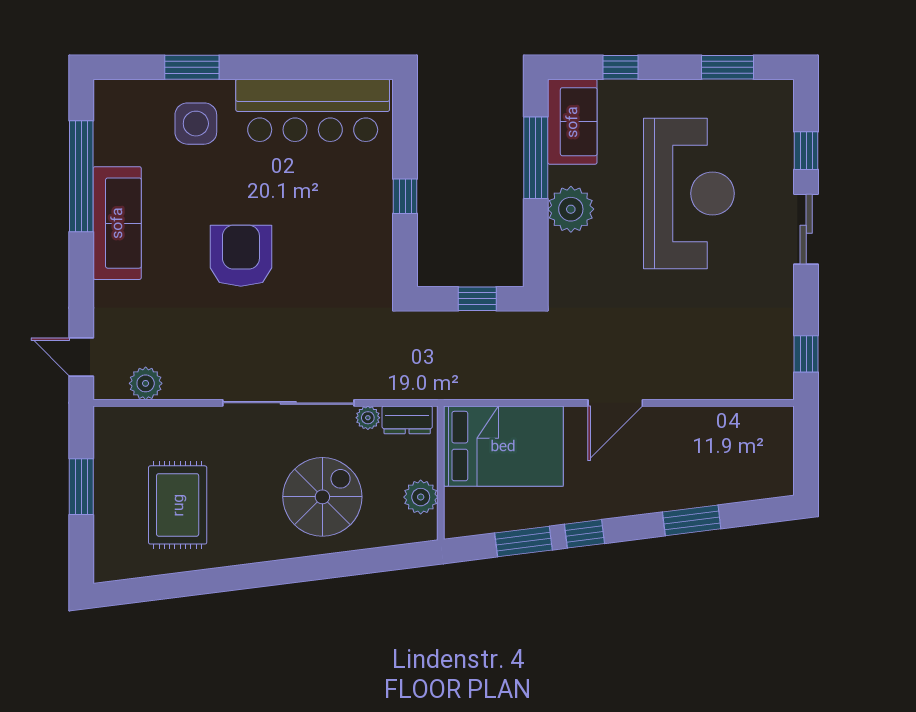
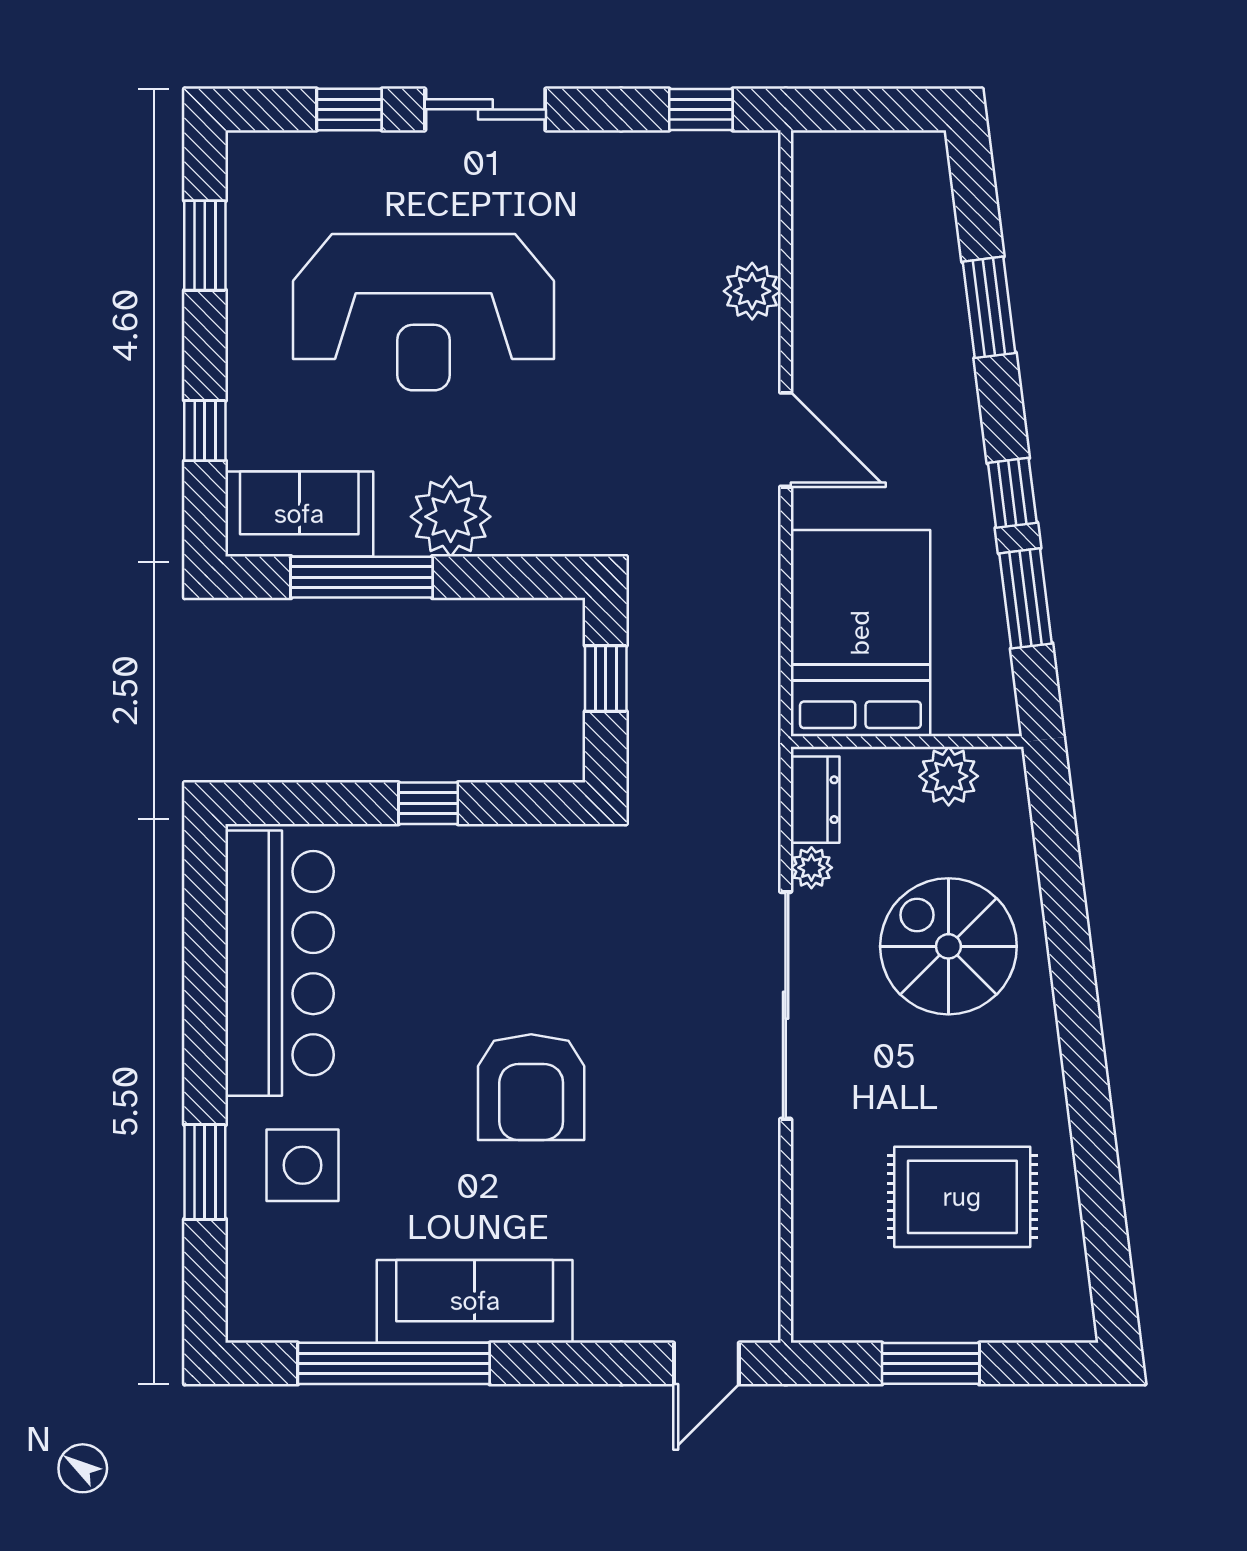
reception desk: (689, 193) -> (424, 312), turned 180
armchair: (241, 256) -> (531, 1087), turned -90
plant: (146, 383) -> (752, 291), moved

